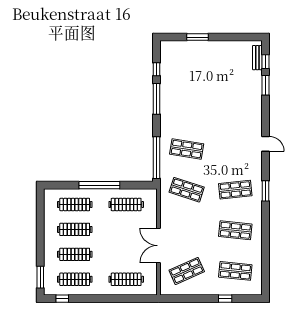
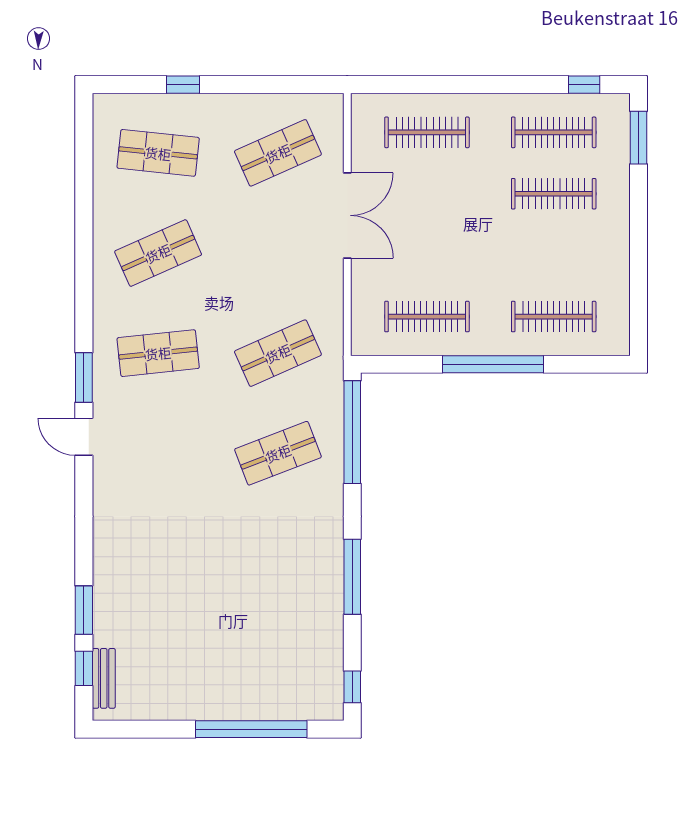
window: (197, 37) -> (251, 729), width x2.11
window: (157, 69) -> (352, 687), moved
door: (265, 144) -> (84, 437), moved
shop shelf: (187, 149) -> (278, 453), turned -30
shop shelf: (187, 190) -> (278, 353), turned -42
window: (265, 191) -> (84, 378), moved
clothes rail: (75, 229) -> (554, 255), removed
shop shelf: (235, 230) -> (158, 253), turned -30

